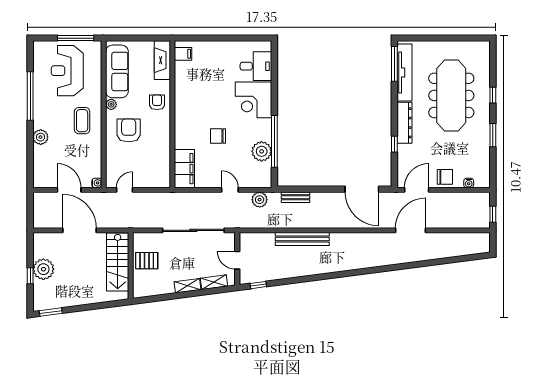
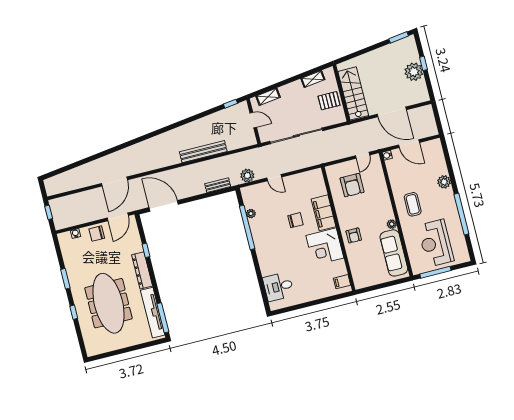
fireplace: (162, 60) -> (358, 272), removed
reception desk: (67, 71) -> (436, 243), turned 180
corner desk: (254, 100) -> (325, 247), moved, turned 180
armchair: (129, 130) -> (352, 185), moved
plant: (262, 151) -> (251, 214), width x0.53, depth x0.53
filing cabinet: (184, 169) -> (324, 213), moved
shelving: (187, 286) -> (313, 79), moved

